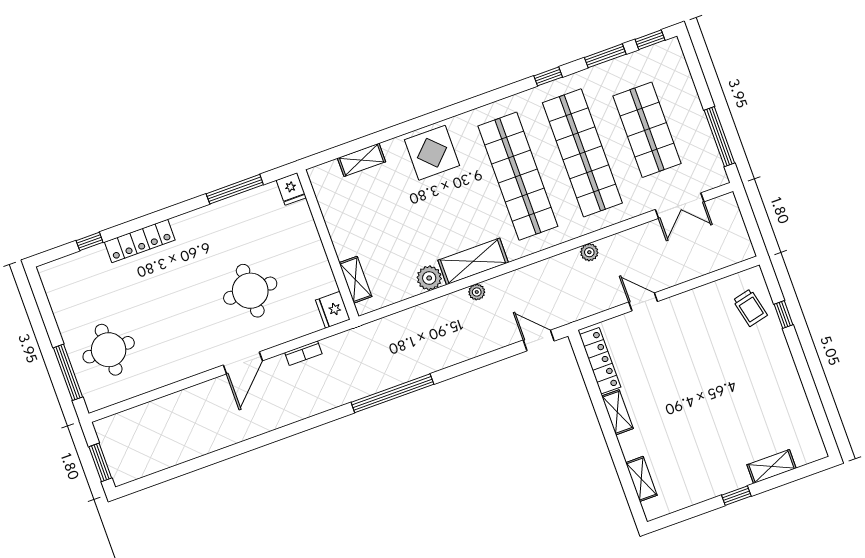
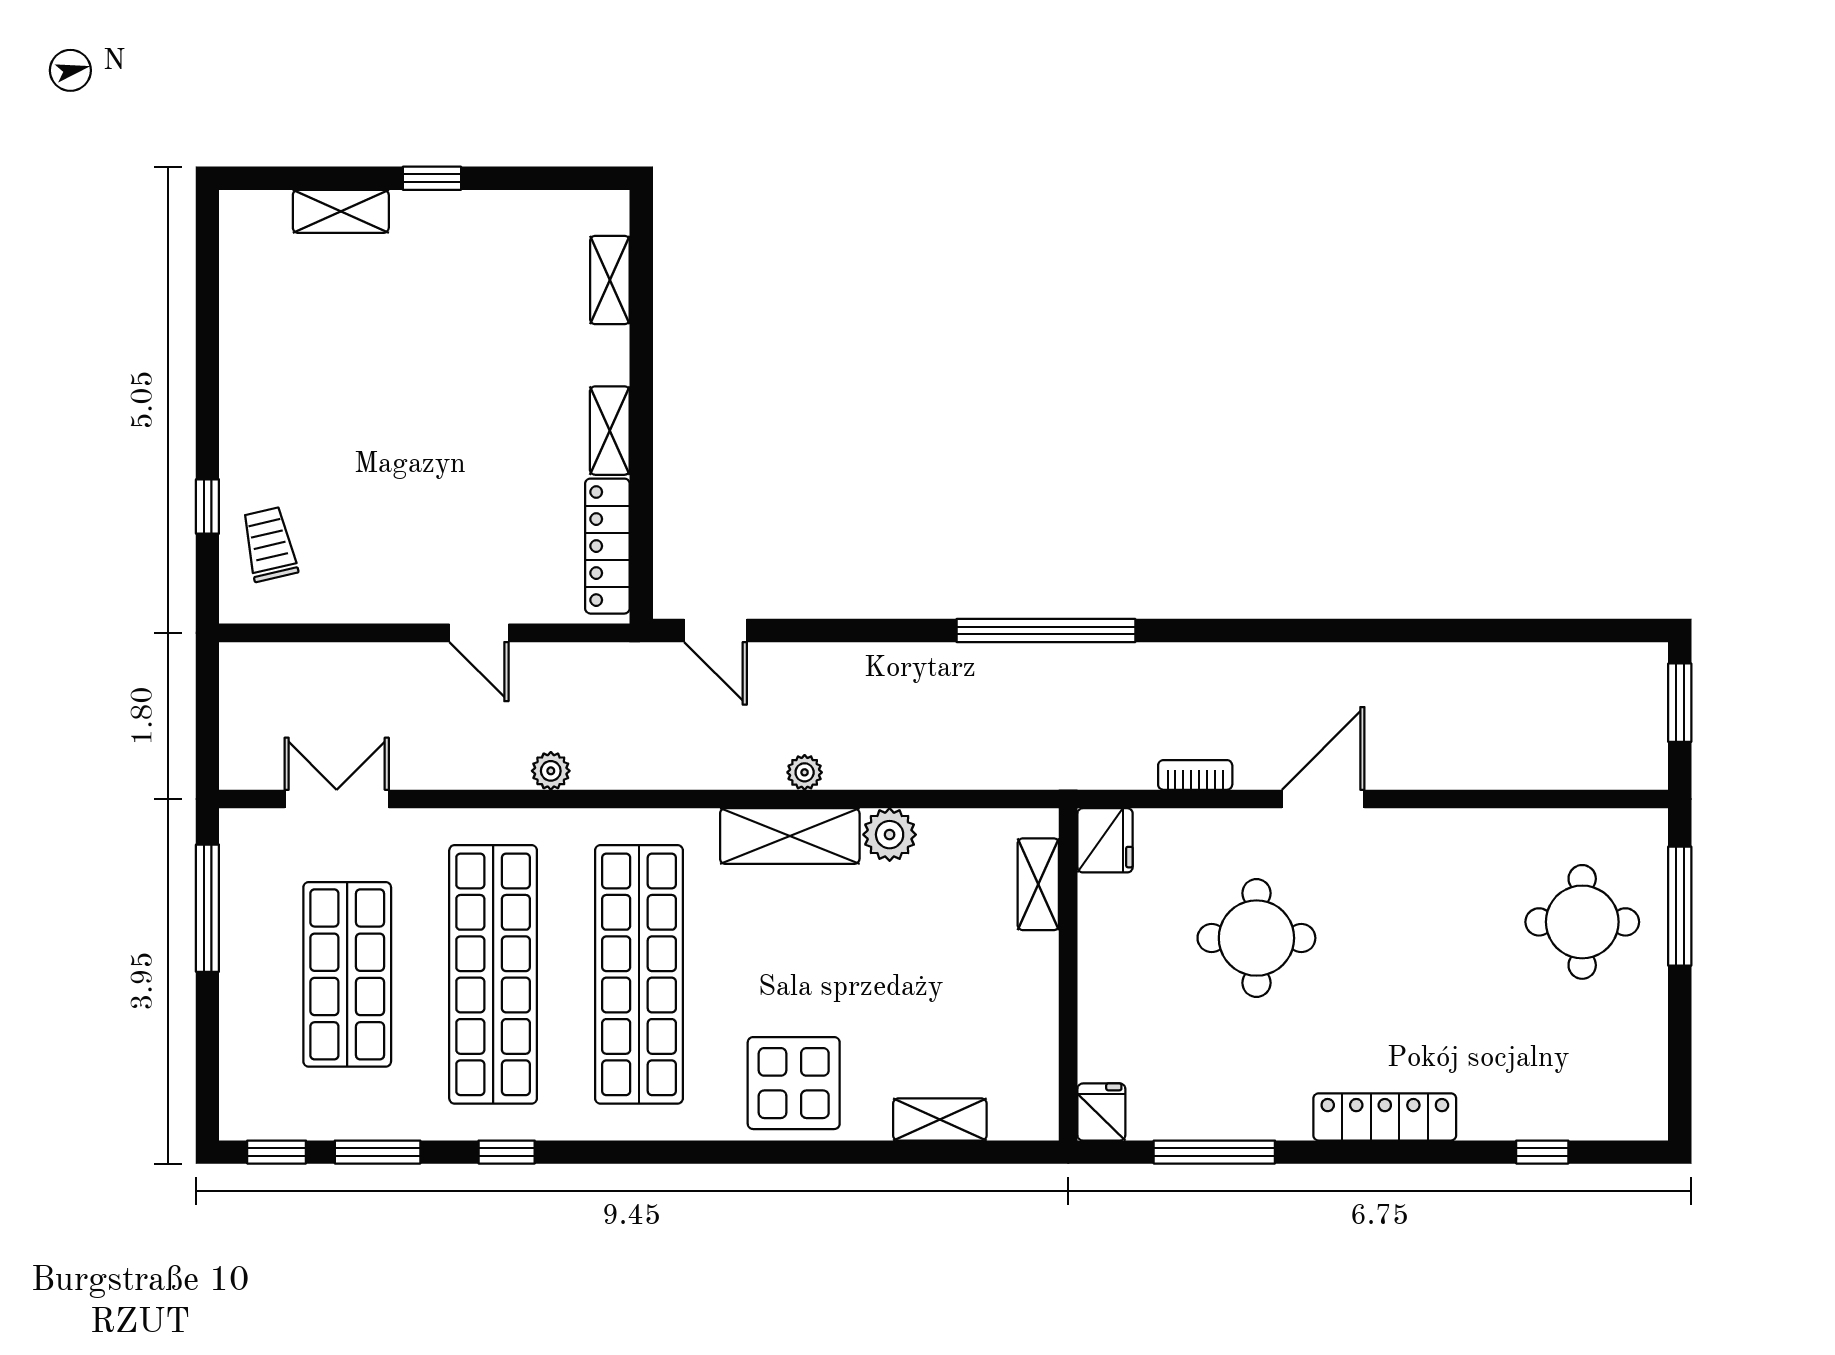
locker: (140, 241) -> (1385, 1117), moved

